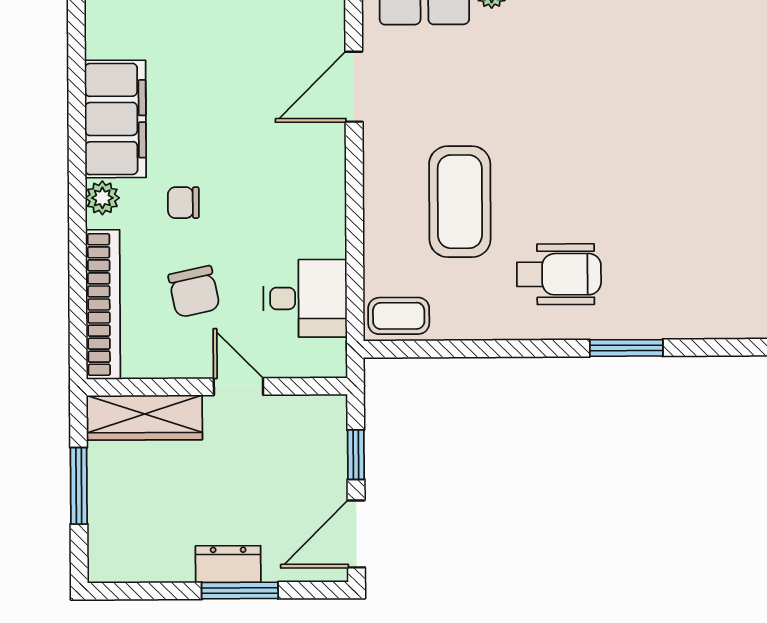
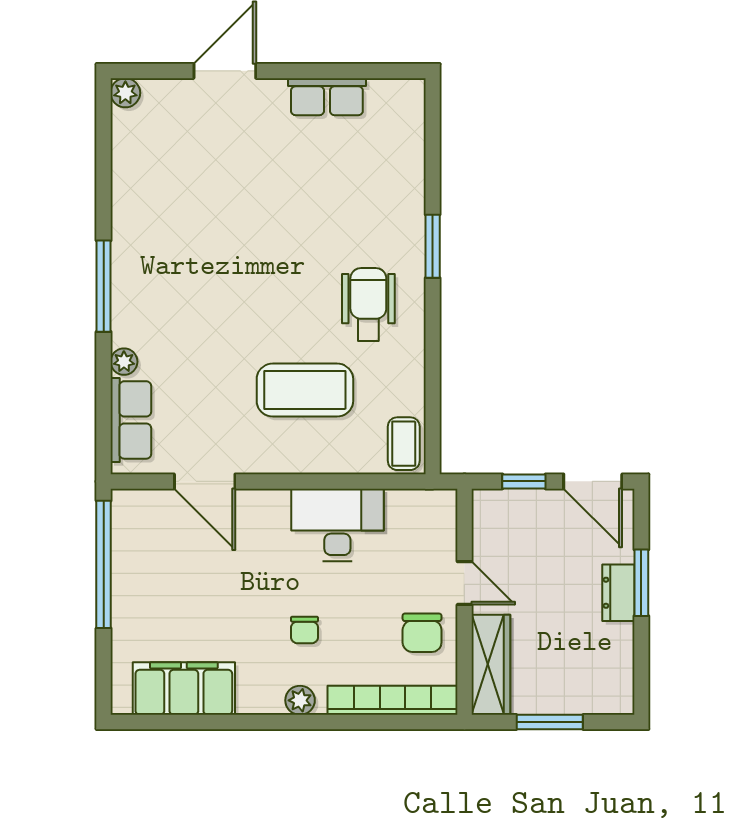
filing cabinet: (115, 119) -> (184, 689), moved
chair: (194, 292) -> (422, 633), moved, turned 102
desk: (305, 298) -> (337, 525), moved, width x1.37
door: (238, 387) -> (464, 583), swing flipped

